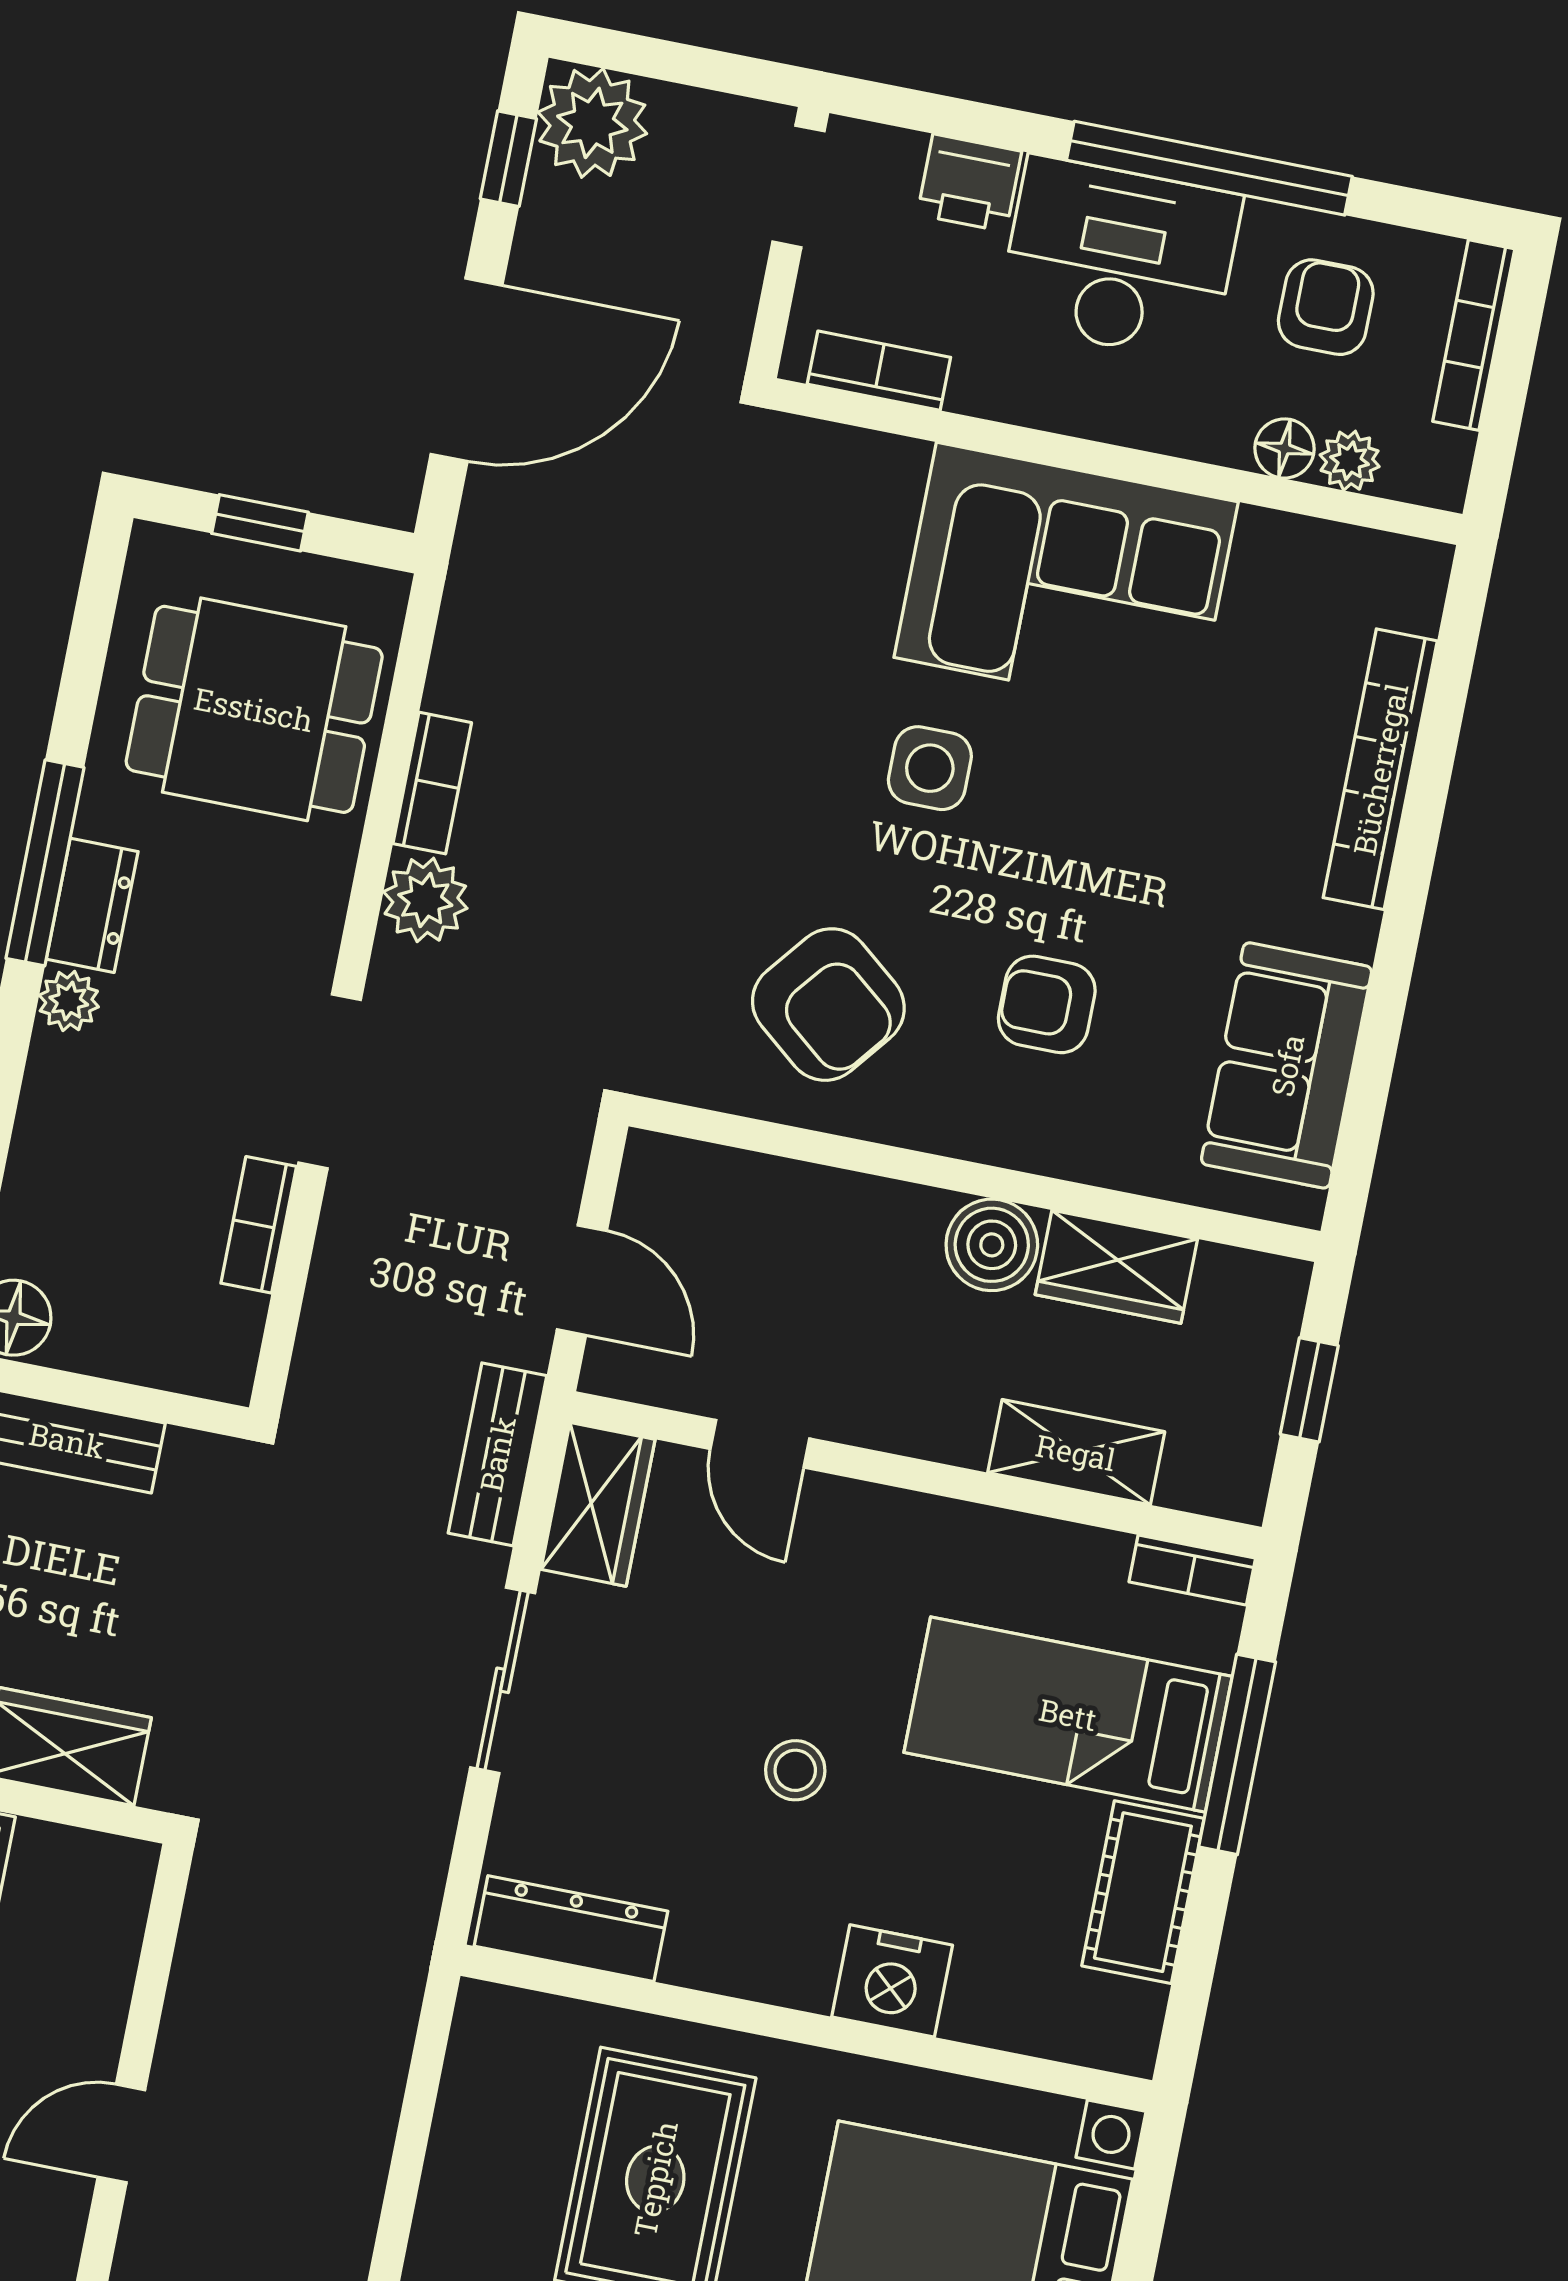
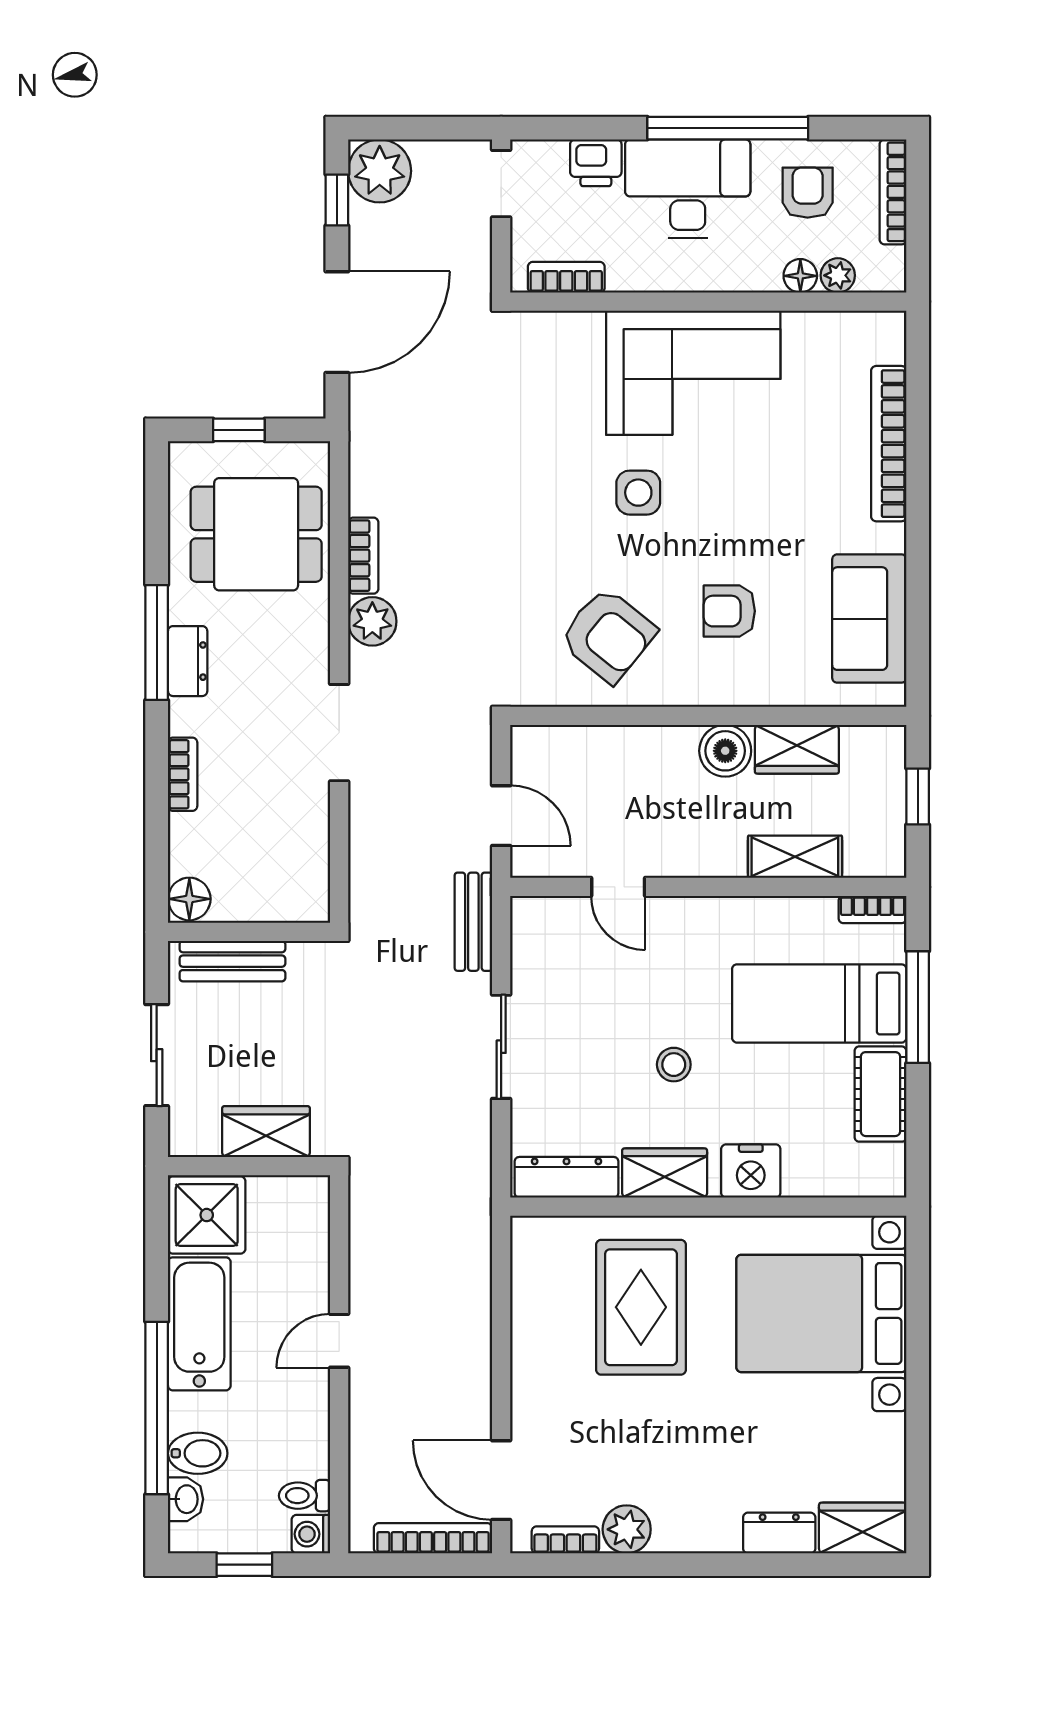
plant: (69, 1001) -> (185, 717), removed
bookcase: (259, 1225) -> (183, 774), moved, turned 180
wardrobe: (598, 1504) -> (665, 1173), moved, turned -90

